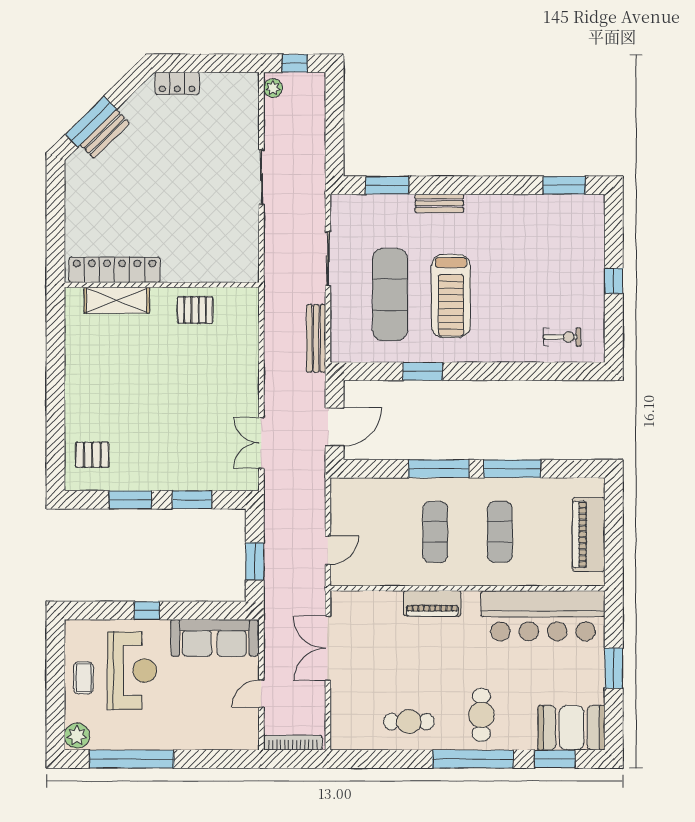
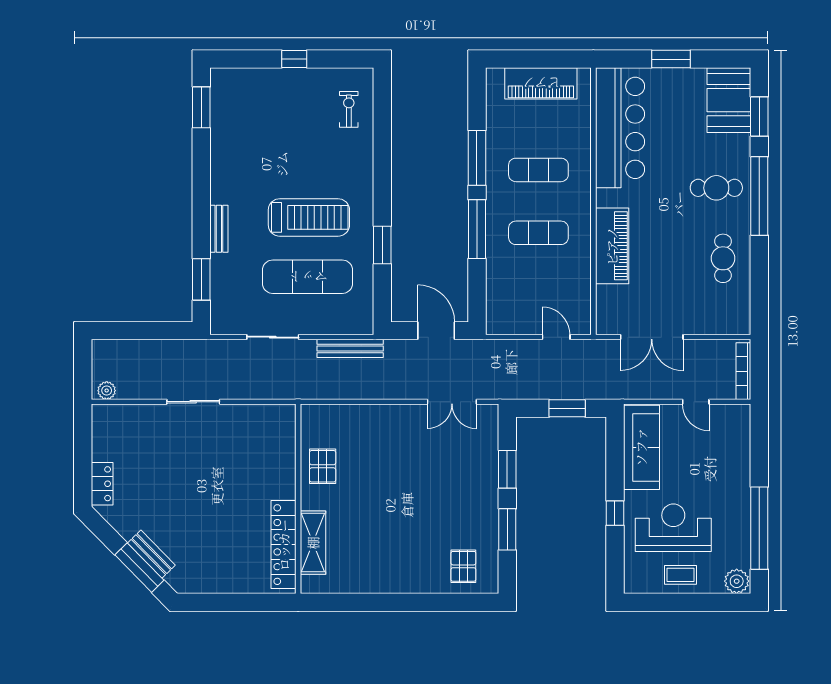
window: (295, 63) -> (83, 369), removed
piano: (432, 603) -> (612, 246), width x1.37, depth x1.33

